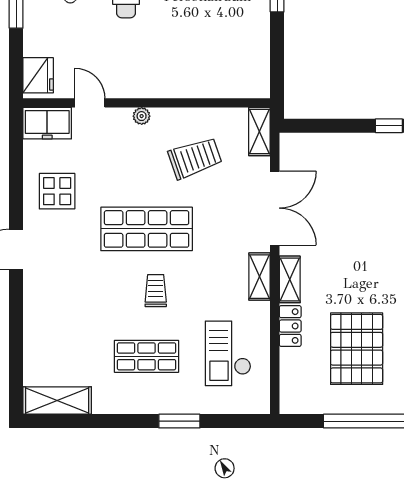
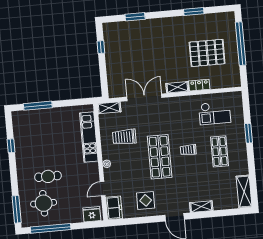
kitchen unit: (201, 83) -> (89, 137), added
trolley: (195, 158) -> (124, 137), turned -71
shelving: (260, 277) -> (201, 207), moved

